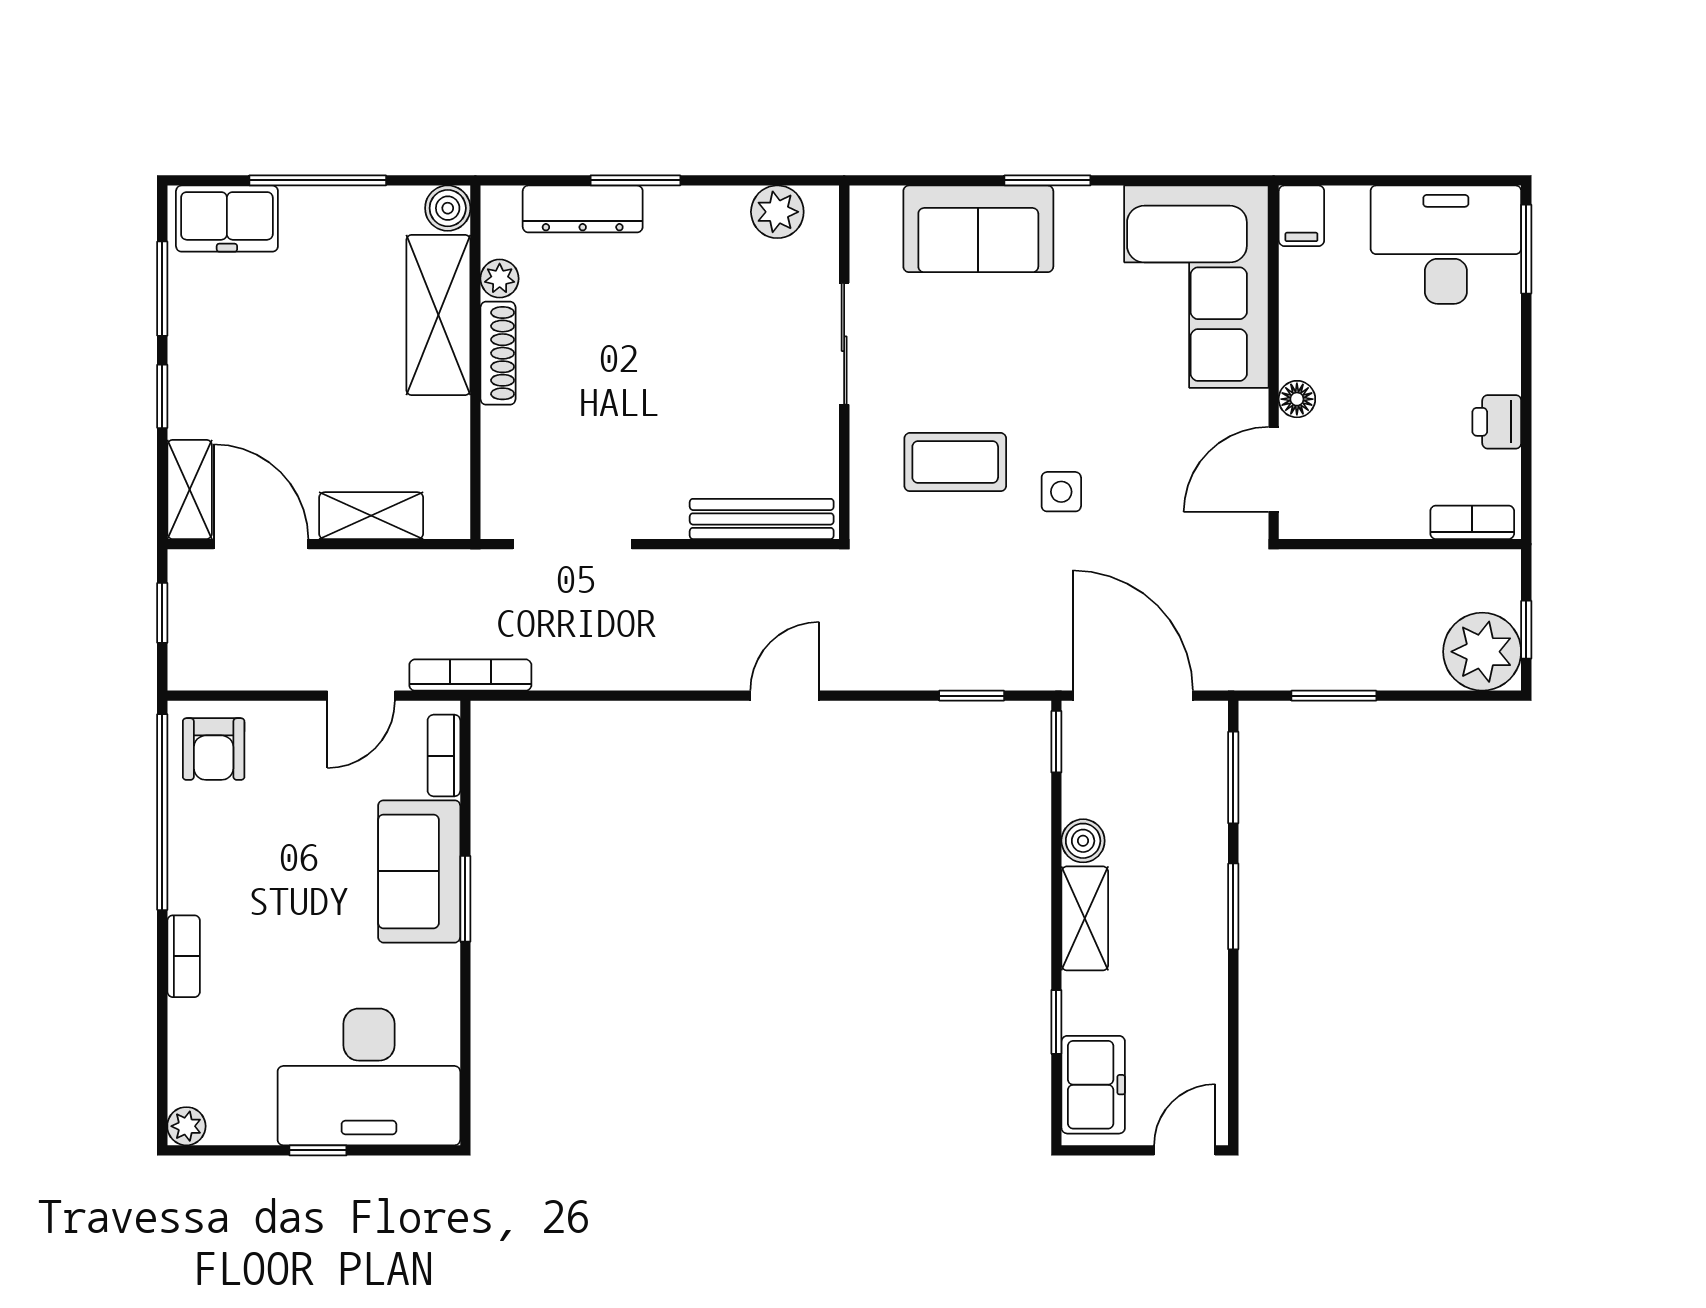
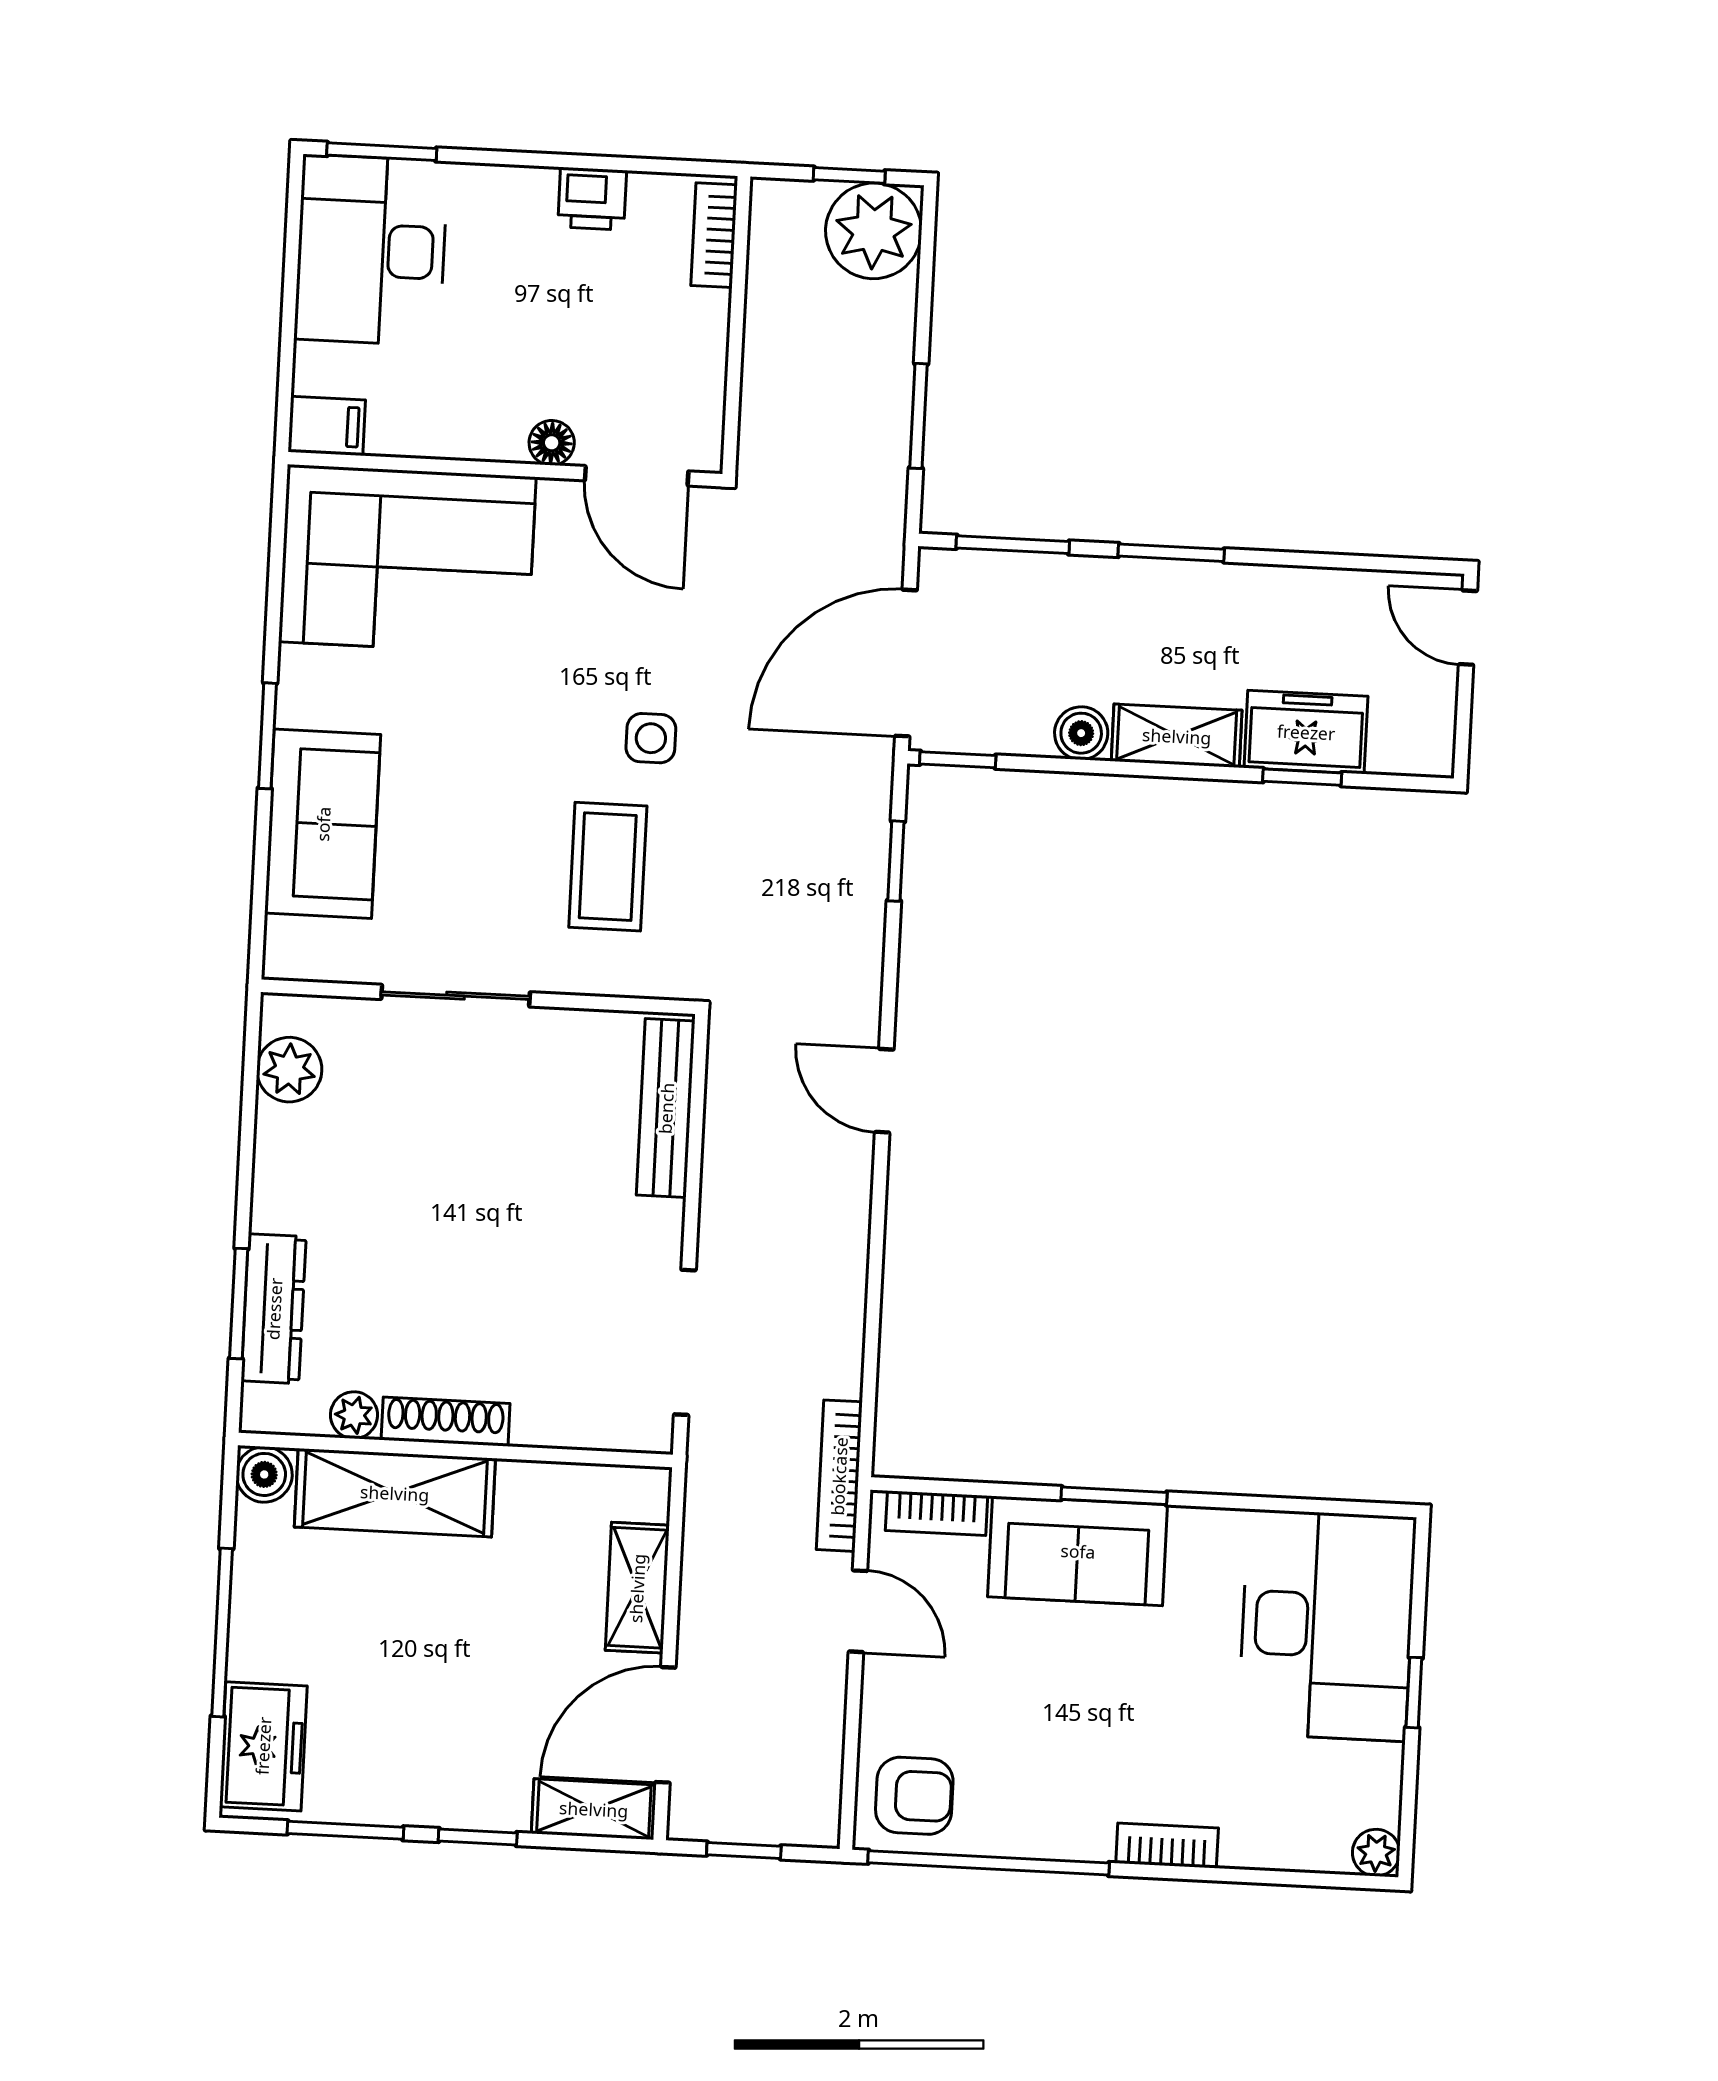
window: (635, 180) -> (239, 1303), moved
freezer: (1093, 1085) -> (1306, 732), moved

